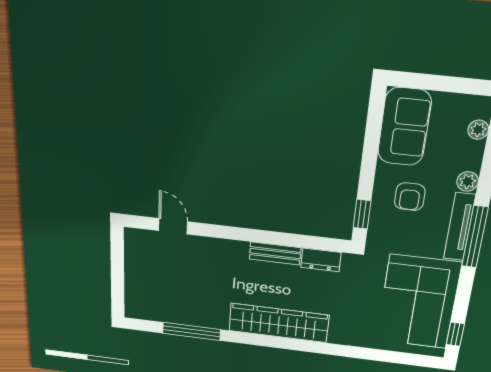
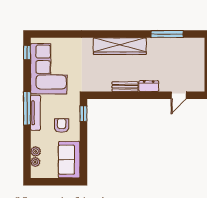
plant: (468, 181) -> (36, 151), moved
door: (173, 226) -> (179, 95), hinge flipped
dresser: (321, 260) -> (149, 86), moved

